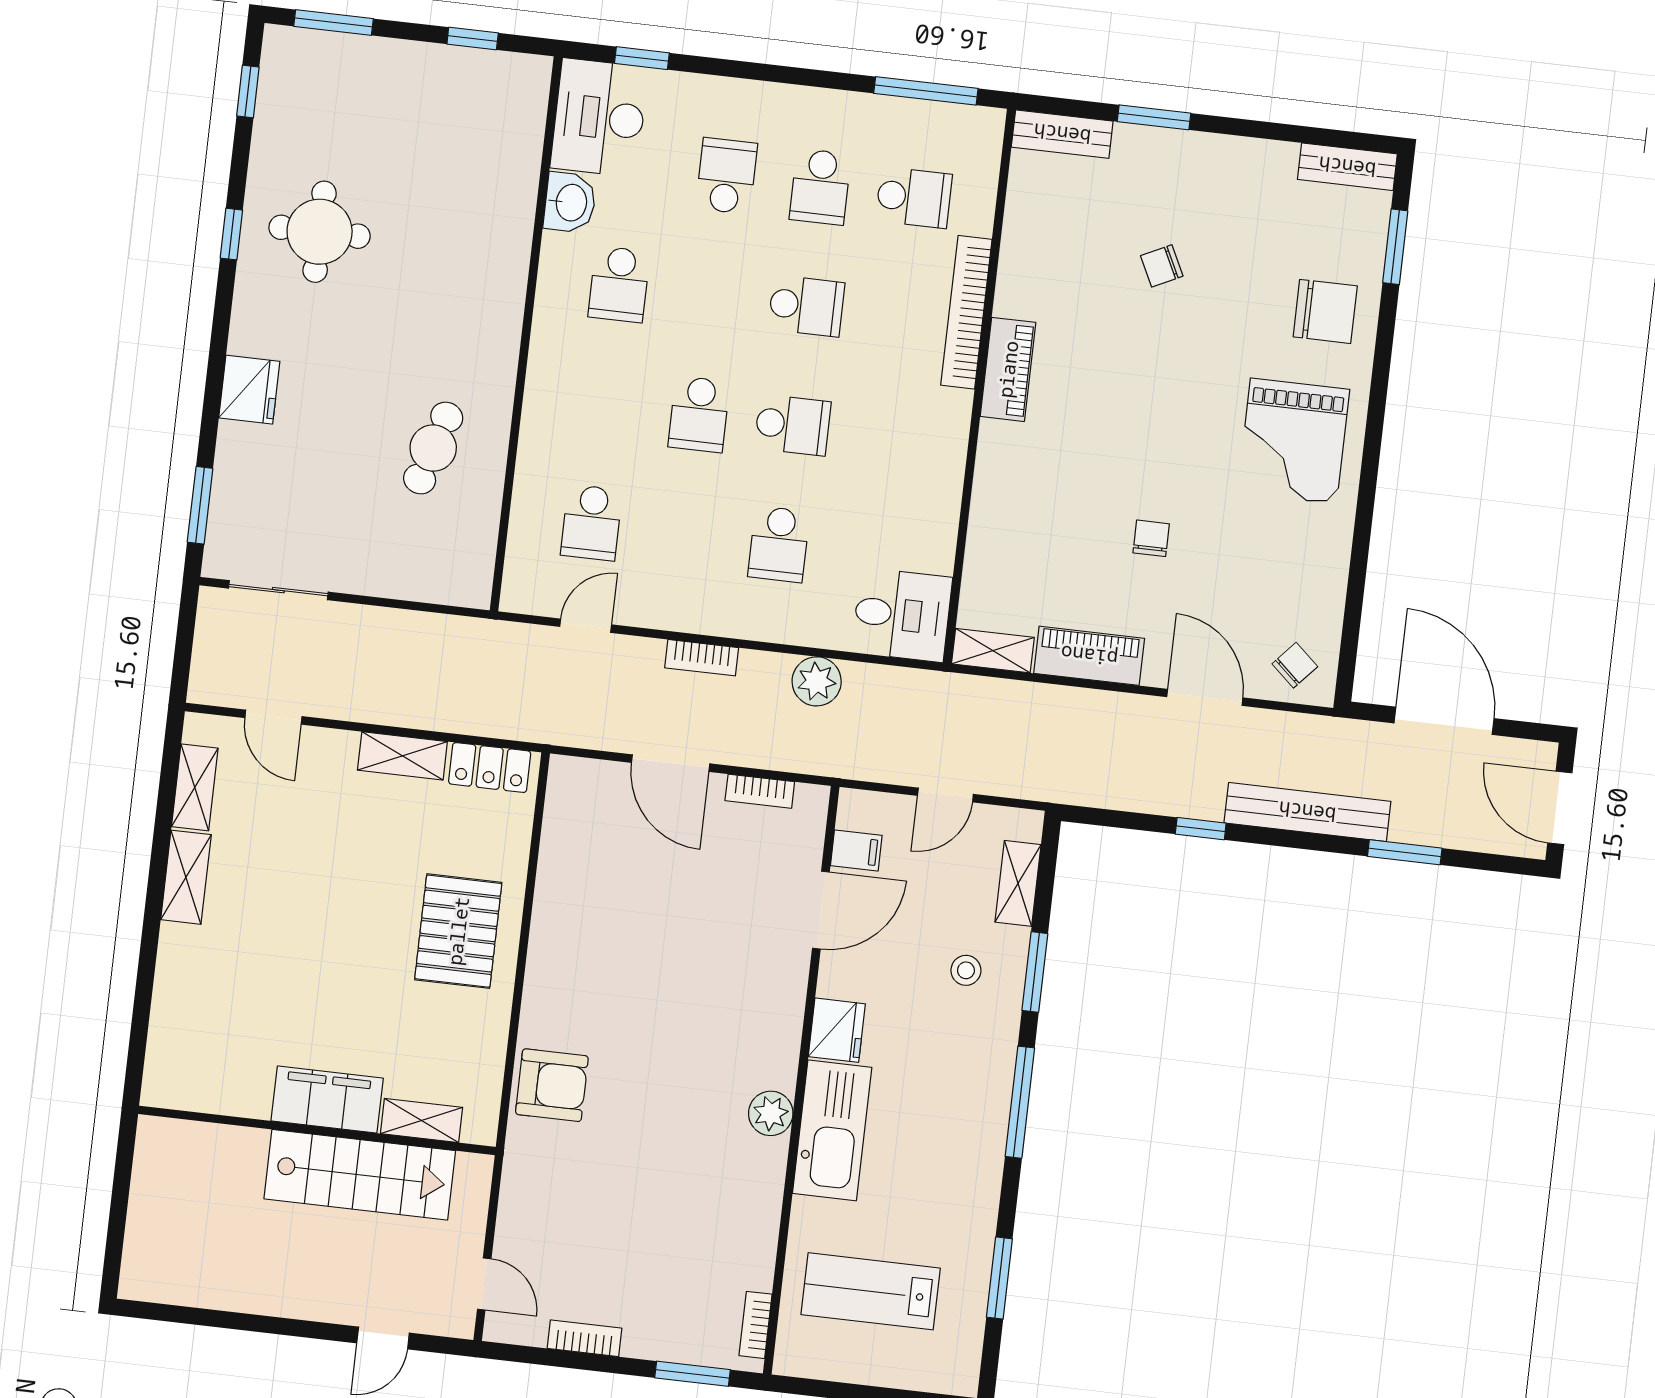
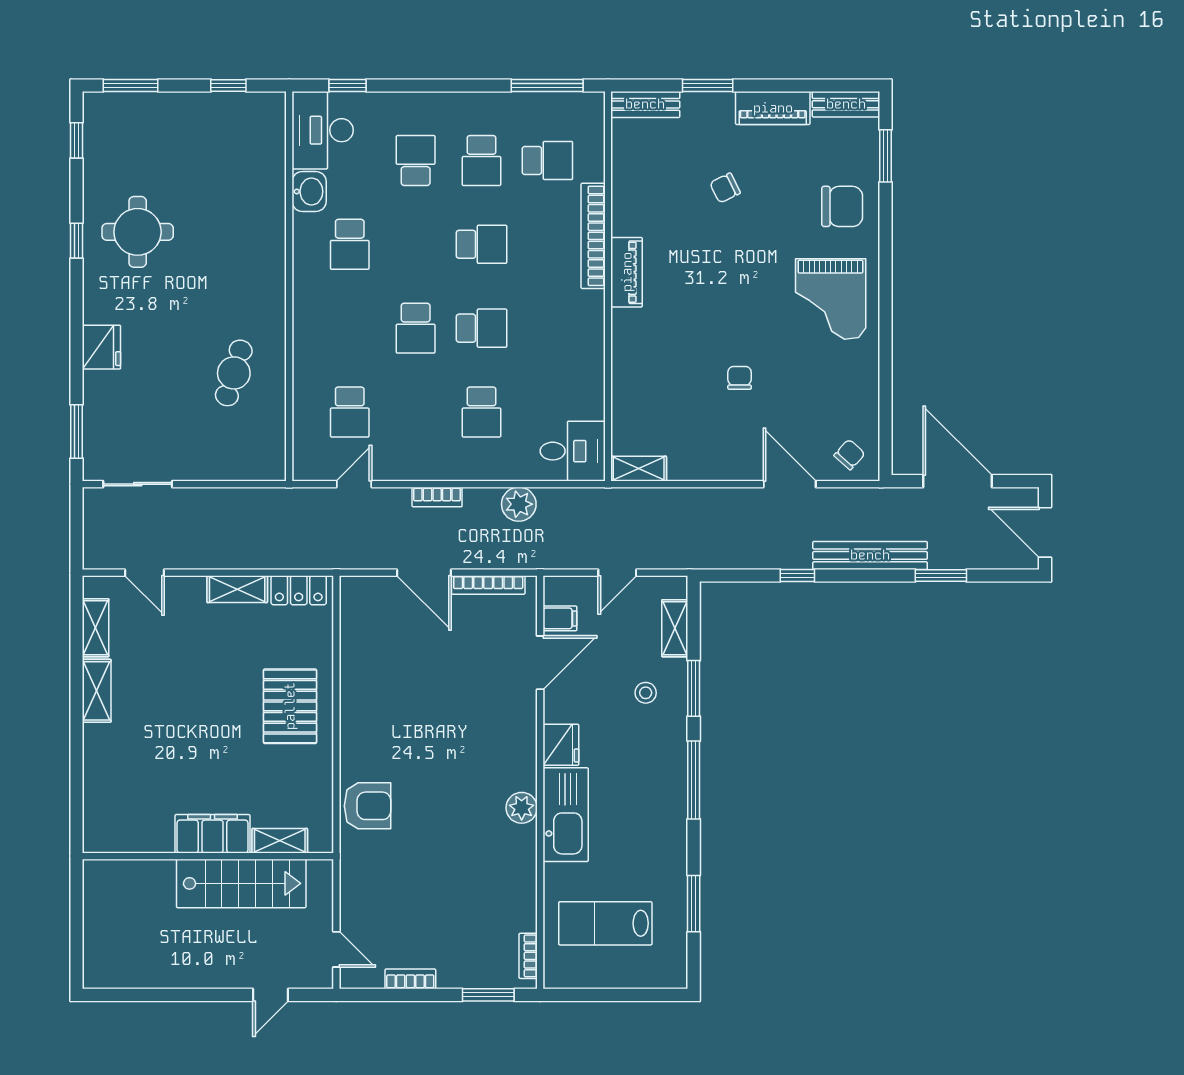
piano: (1089, 656) -> (773, 108), moved, turned 180
bookcase: (760, 791) -> (488, 585), width x1.56

